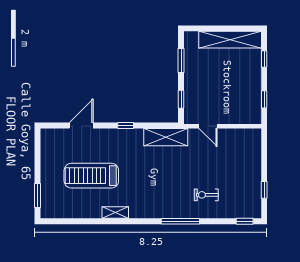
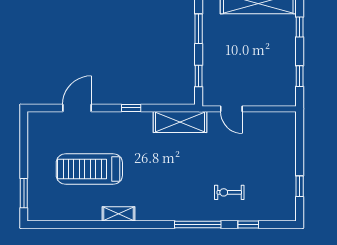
window: (245, 221) -> (248, 224), moved

